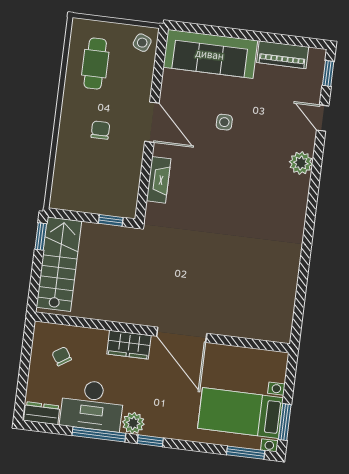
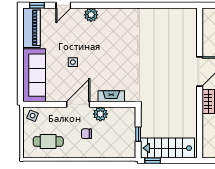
piano: (283, 55) -> (32, 28), width x1.37, depth x1.33
plant: (131, 158) -> (100, 114), added
window: (111, 220) -> (138, 134), moved

